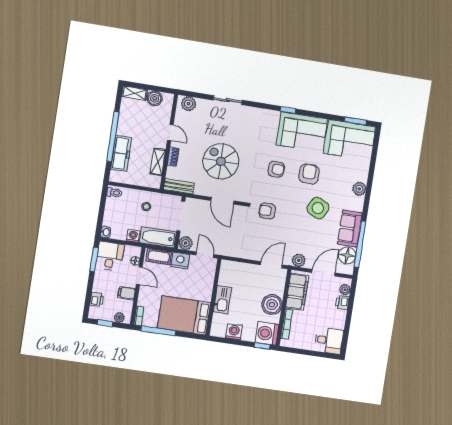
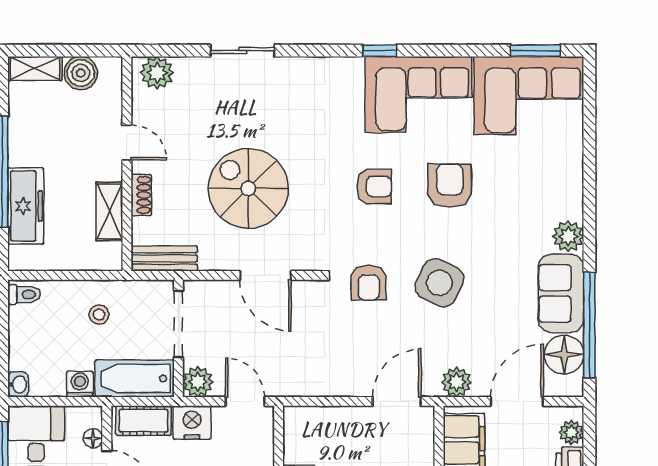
plant: (359, 189) -> (568, 236), moved
side table: (318, 208) -> (439, 283), moved
armchair: (267, 211) -> (369, 283), turned -90

